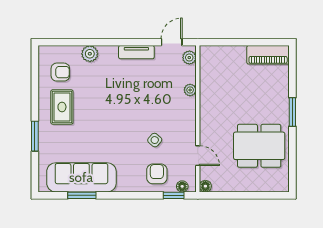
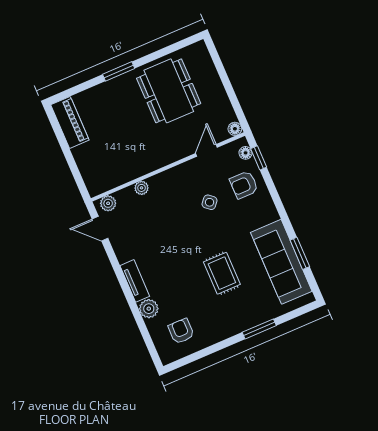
tv unit: (136, 52) -> (135, 281), moved
rug: (62, 107) -> (222, 273), moved, turned 90

